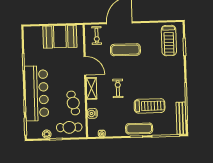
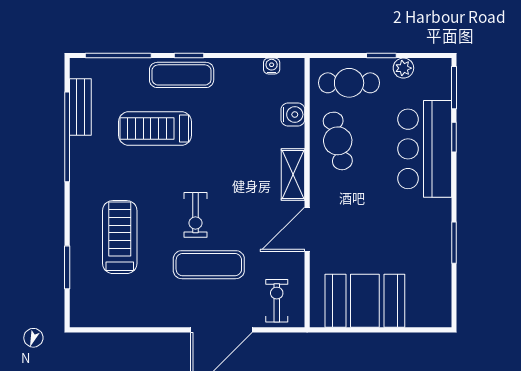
treadmill: (169, 41) -> (120, 237), moved
door: (85, 66) -> (307, 229), hinge flipped
exercise bike: (118, 88) -> (195, 215), moved
bar counter: (37, 93) -> (425, 149), width x0.73
bench: (181, 118) -> (80, 107), width x0.73

